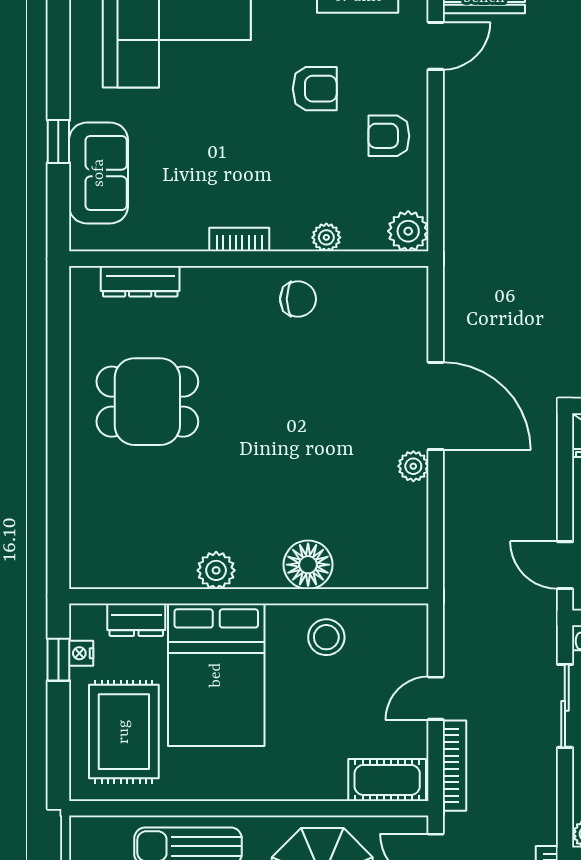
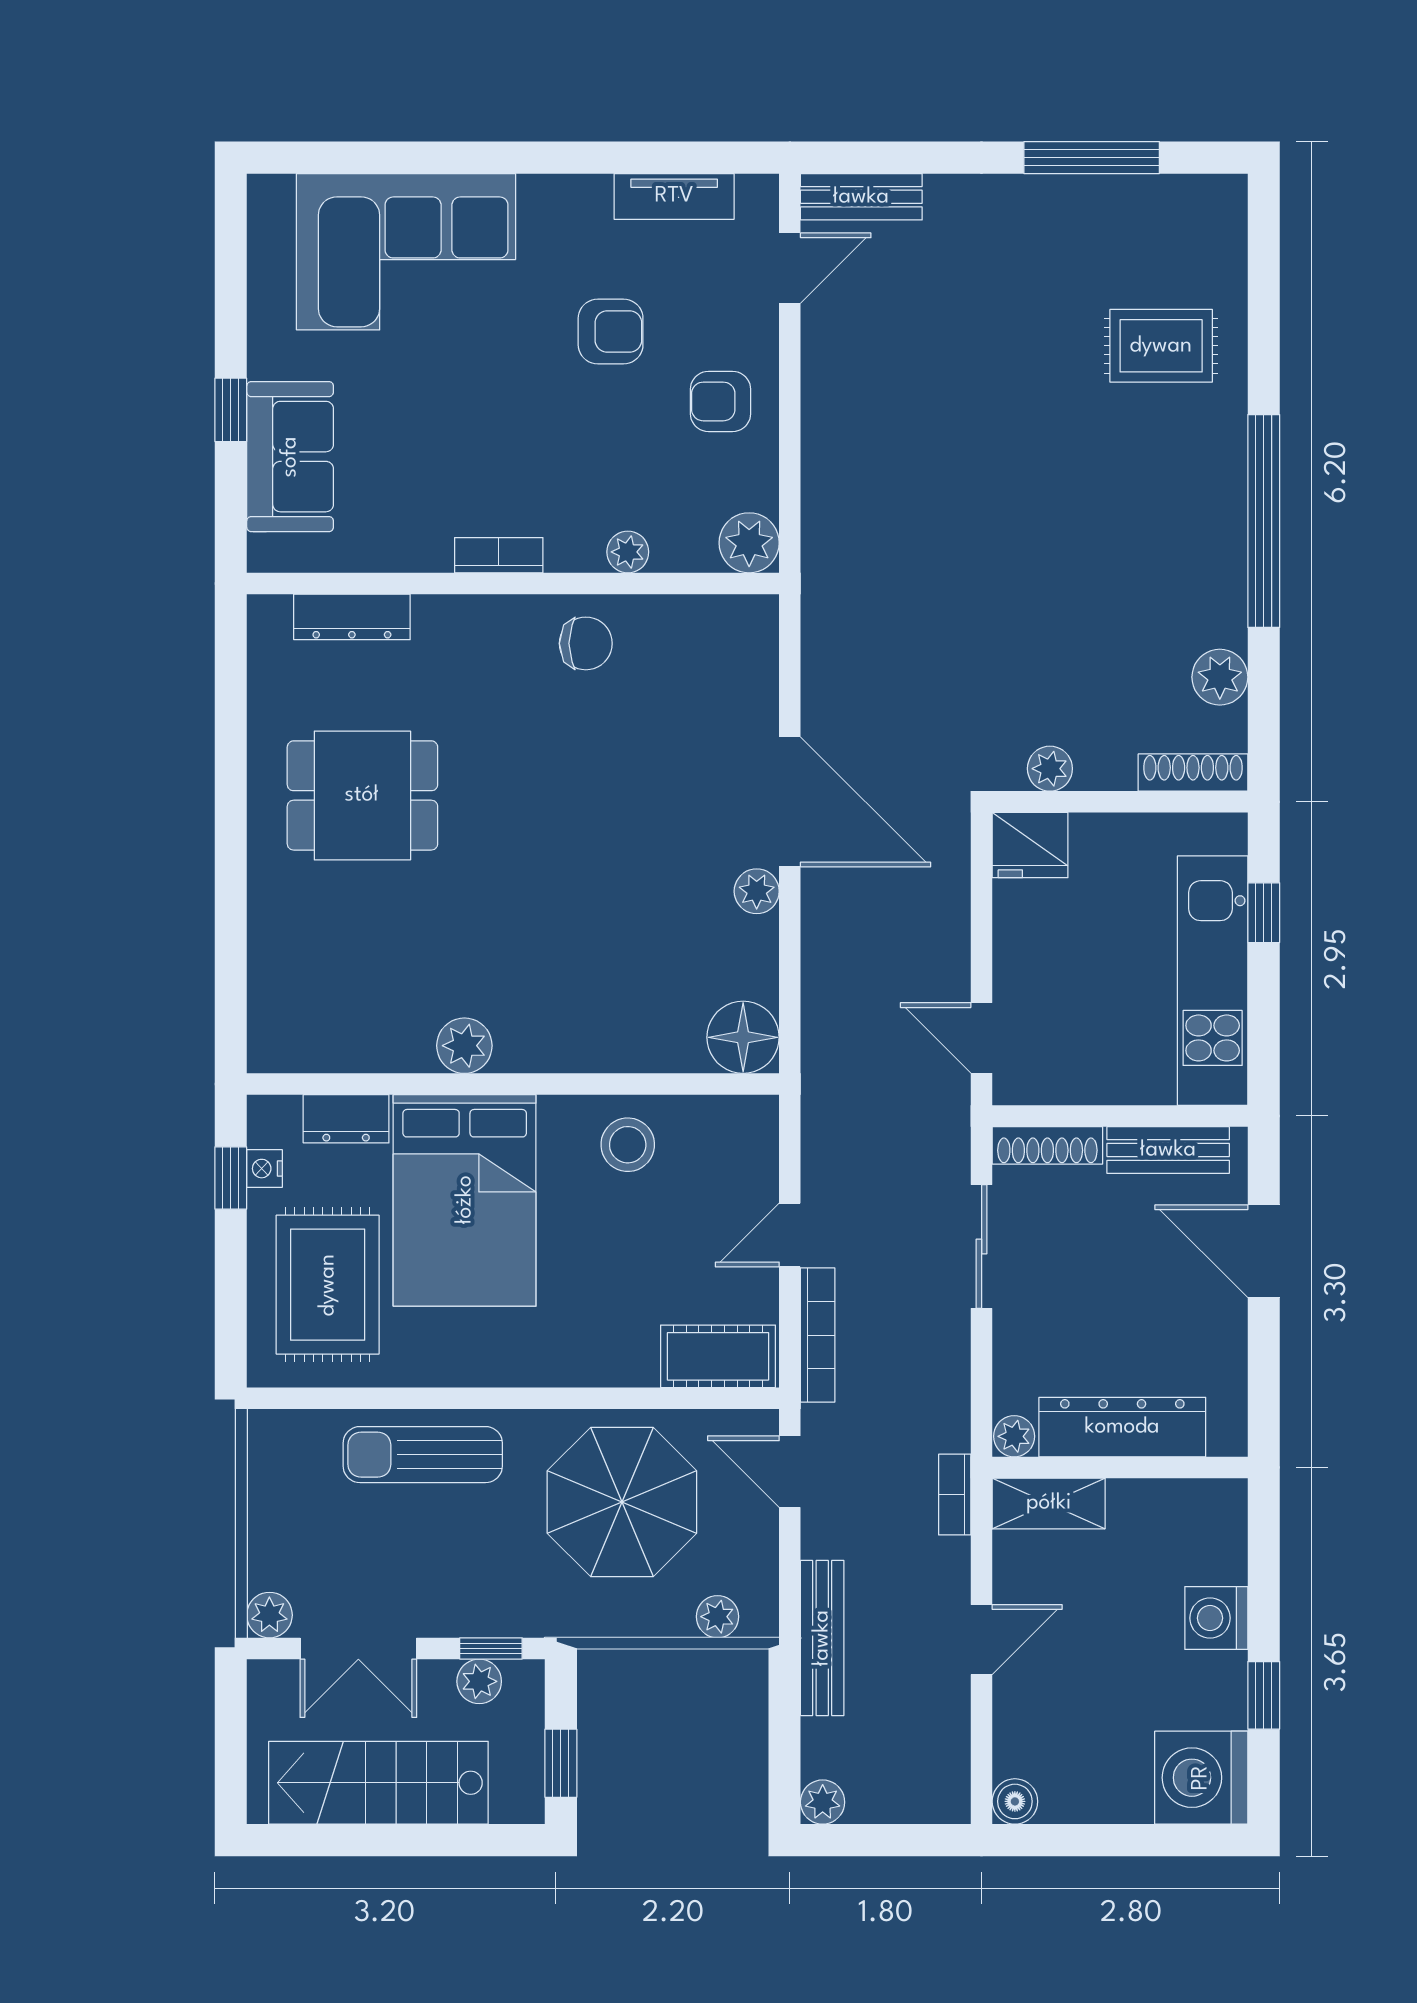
floor lamp: (308, 565) -> (743, 1037), moved

